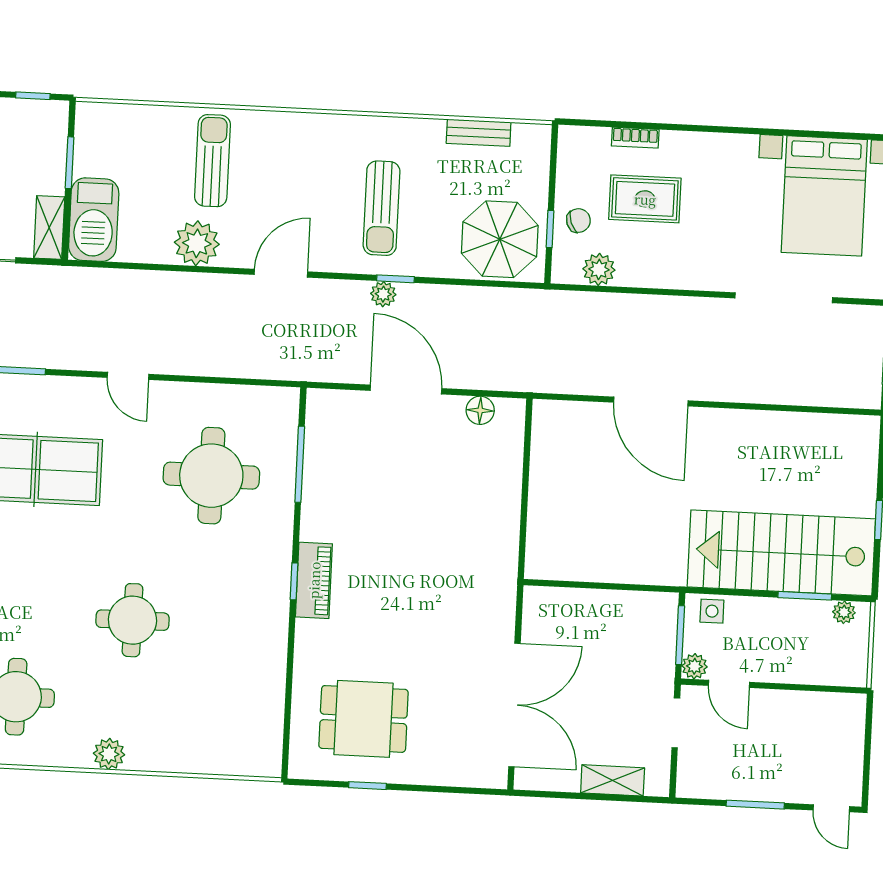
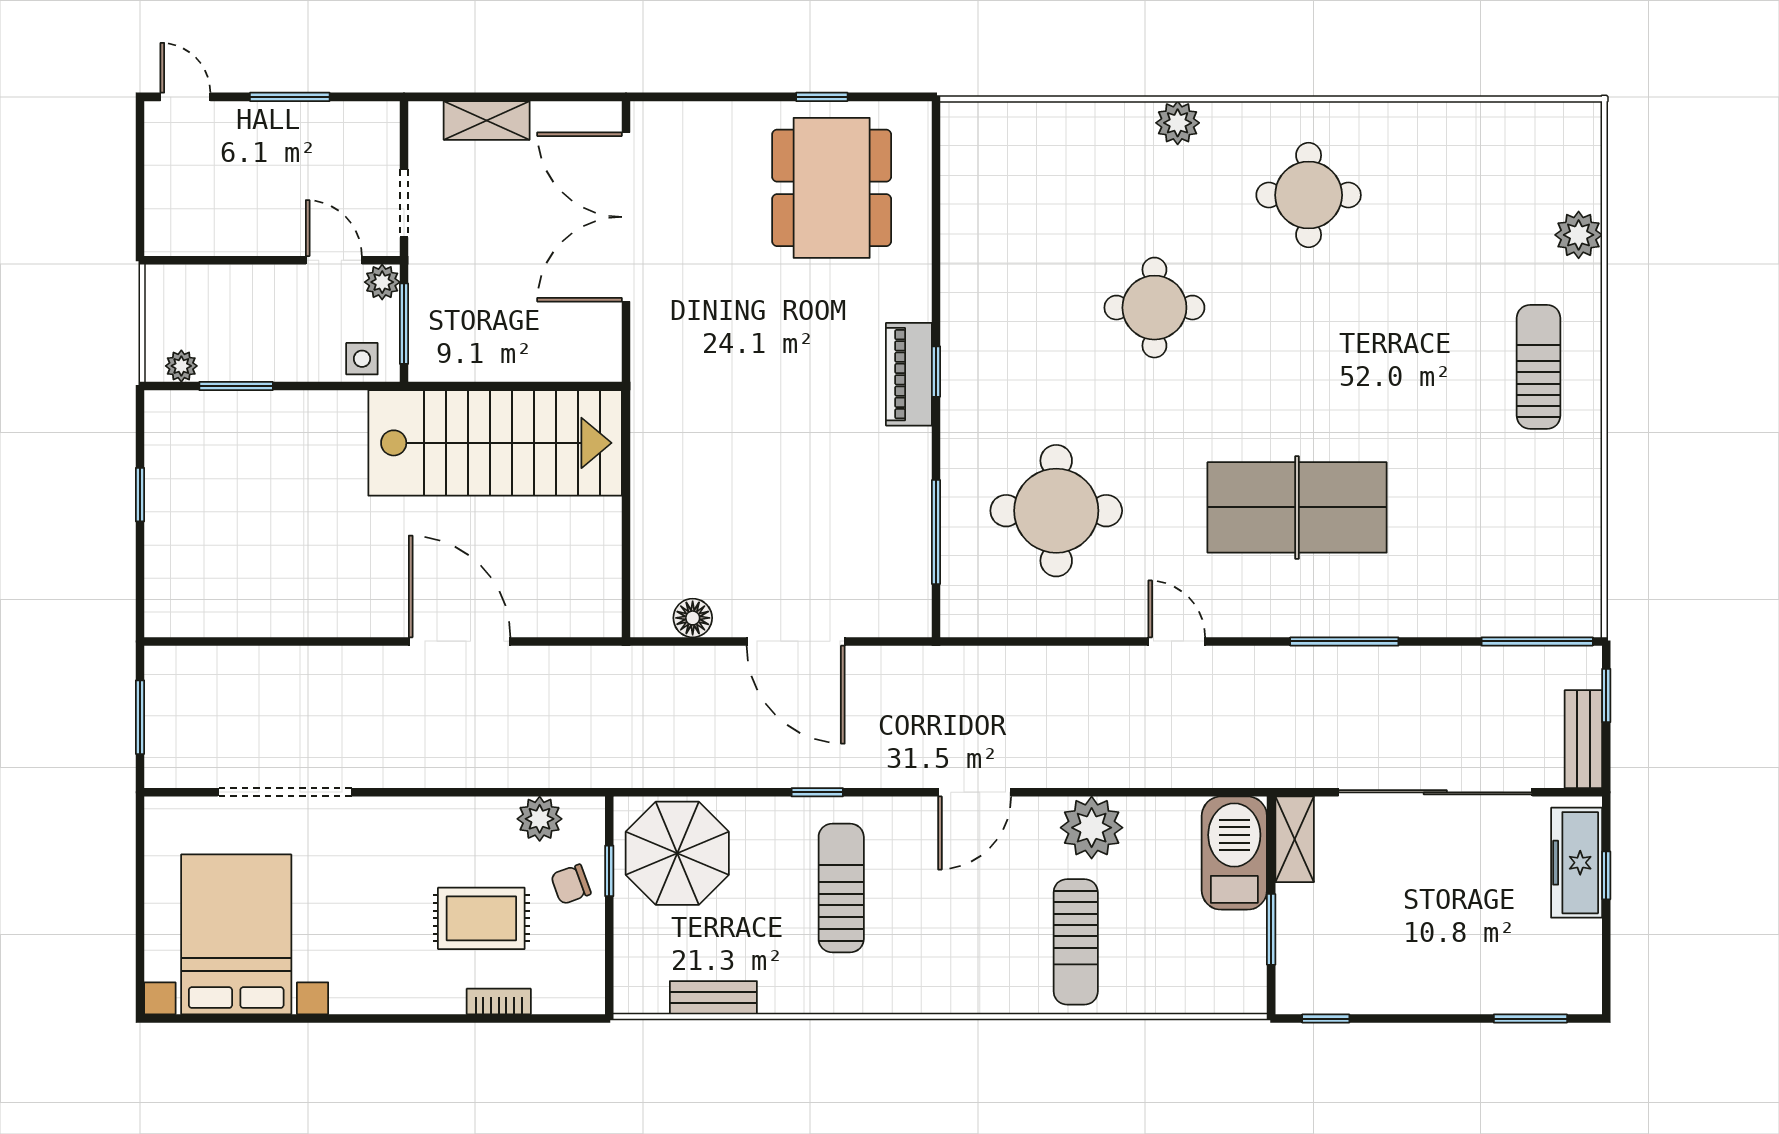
plant: (383, 294) -> (833, 771), removed
stairs: (781, 553) -> (495, 443), moved
dining table: (364, 719) -> (832, 188), width x1.37

